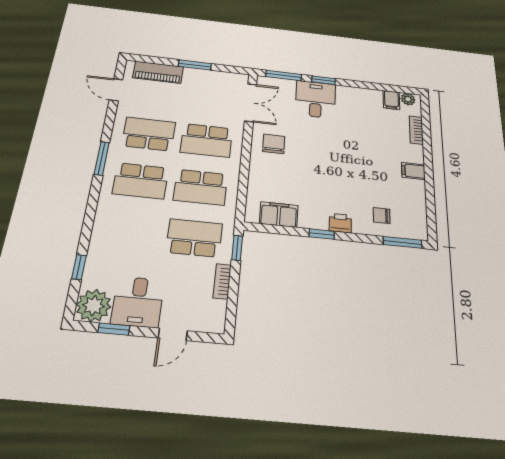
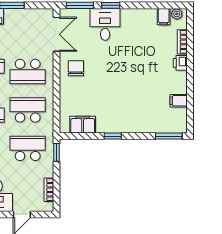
filing cabinet: (413, 171) -> (179, 101), moved
school desk: (201, 187) -> (28, 110), turned 180
chair: (382, 216) -> (154, 117), removed
printer: (340, 223) -> (180, 63), moved, turned -90
bookcase: (222, 281) -> (49, 190), moved

